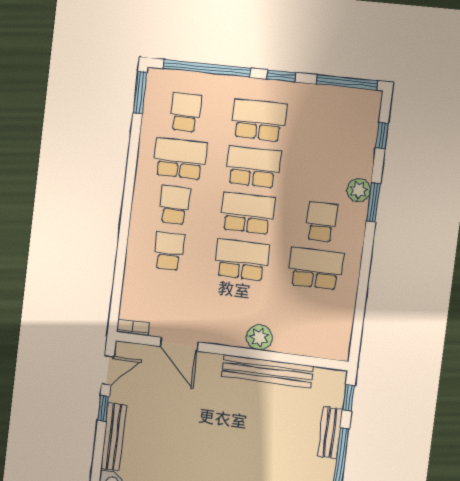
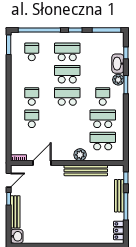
washbasin: (362, 156) -> (118, 64), added
school desk: (180, 159) -> (32, 74), removed
school desk: (242, 260) -> (103, 141), moved
door: (179, 344) -> (42, 163), swing flipped
bench: (330, 433) -> (119, 196), width x1.36

